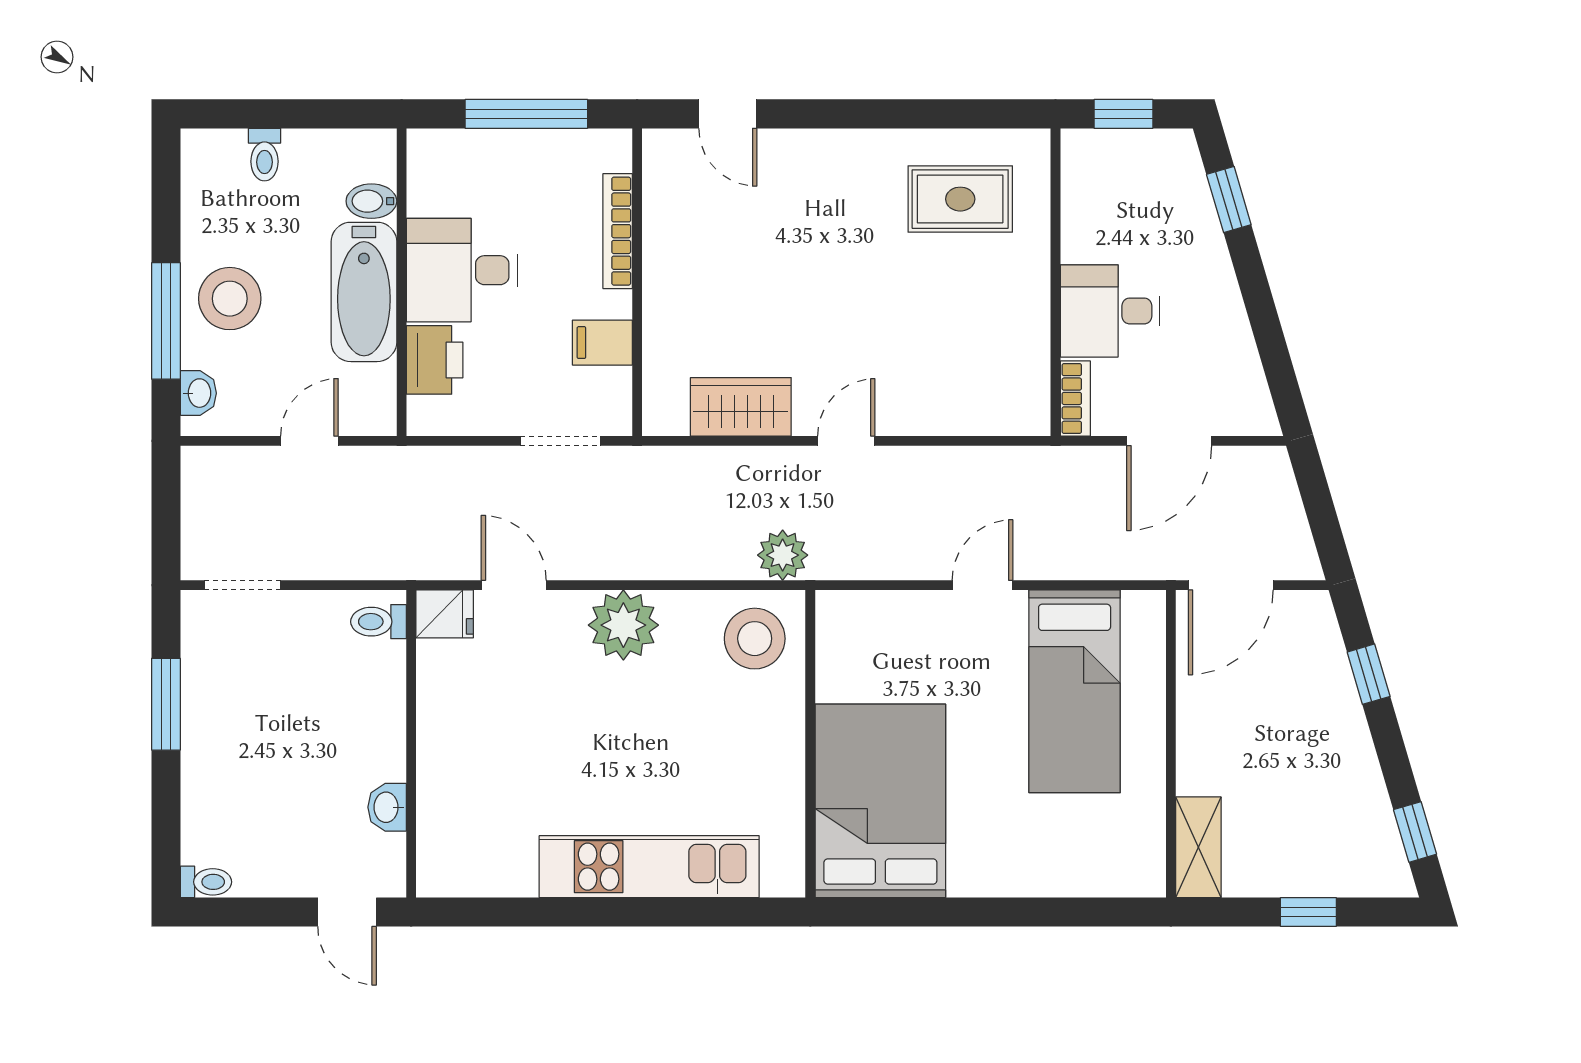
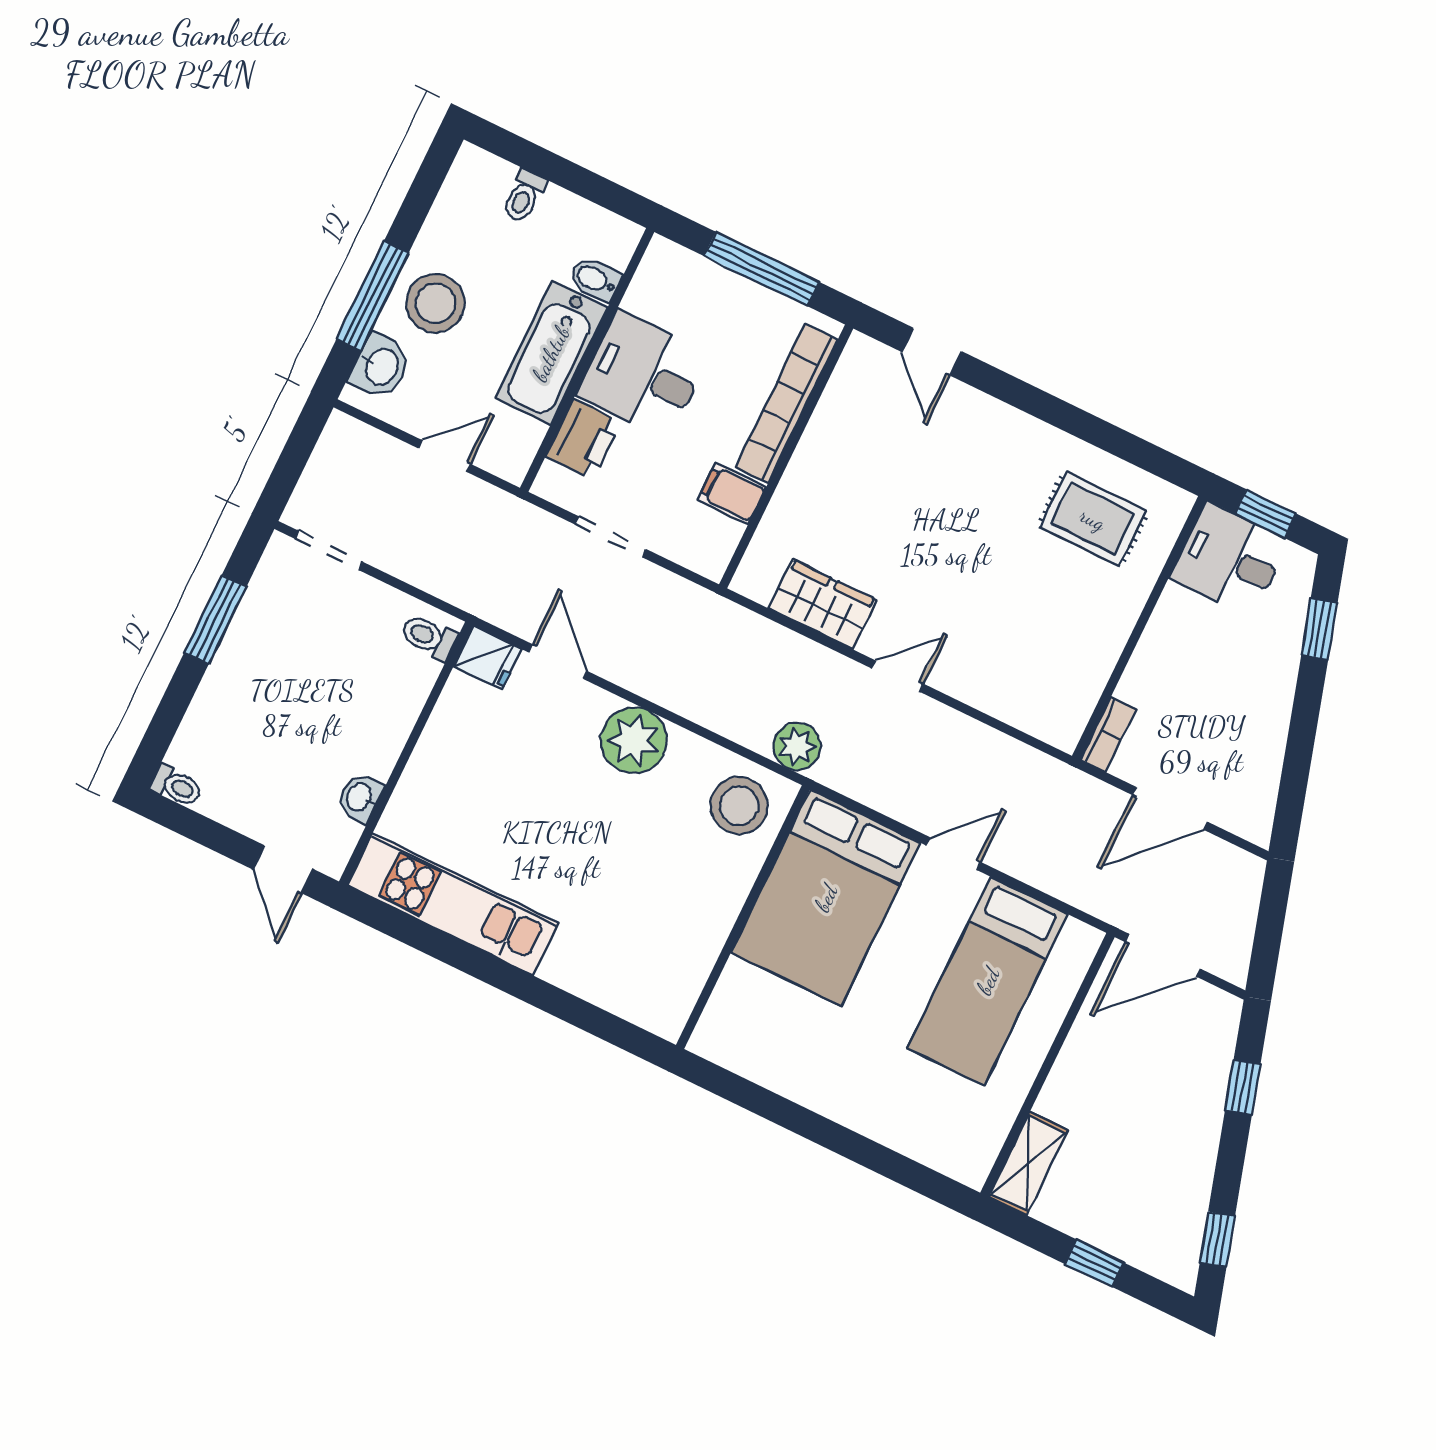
bookcase: (618, 231) -> (787, 404), width x1.48, depth x1.31
desk: (1110, 311) -> (1229, 559), moved
washbasin: (198, 393) -> (381, 366), width x1.38, depth x1.45
doorway: (560, 441) -> (610, 537), moved
bed: (880, 801) -> (826, 898), moved, turned 180
kitchen unit: (649, 867) -> (453, 904), moved

